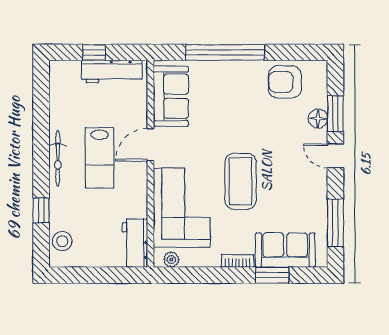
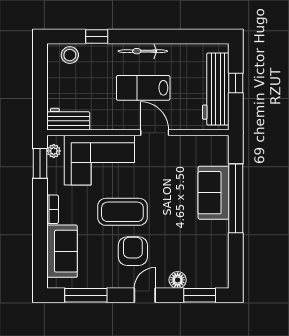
workbench: (112, 71) -> (216, 89), width x1.36, depth x1.32
armchair: (285, 82) -> (133, 251), moved
sofa: (171, 96) -> (214, 193), moved, turned 90
window: (335, 114) -> (200, 295), moved
window: (272, 275) -> (40, 163), moved

